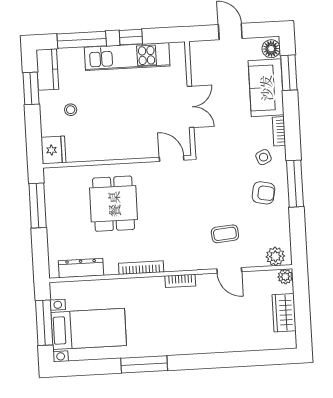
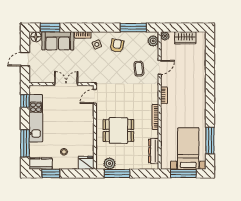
window: (131, 37) -> (25, 101), moved
window: (295, 184) -> (133, 28), moved
plant: (54, 191) -> (109, 163), added
window: (144, 364) -> (210, 141), moved

